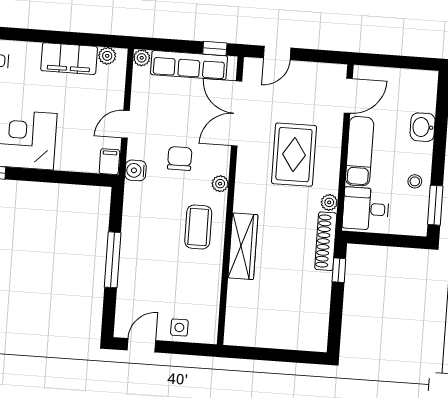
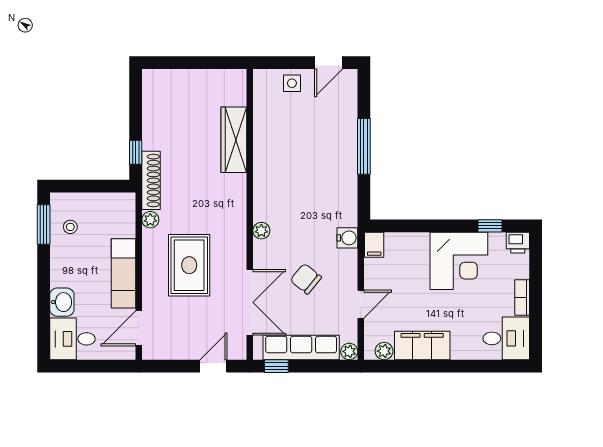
door: (125, 124) -> (361, 304), moved
chair: (180, 158) -> (306, 279), moved, turned 129
stool: (415, 181) -> (70, 227), moved
desk: (366, 209) -> (72, 339), moved, turned 180
coffee table: (198, 227) -> (280, 186), removed
wardrobe: (243, 246) -> (234, 140), moved

